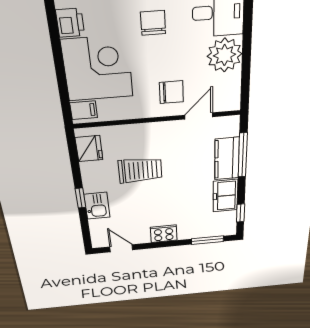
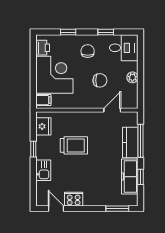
plant: (225, 55) -> (132, 77), width x0.53, depth x0.53
chair: (171, 92) -> (100, 80), moved
freezer: (225, 196) -> (130, 177), width x1.40
window: (80, 198) -> (33, 149), moved
window: (240, 213) -> (141, 177), moved
cooker: (164, 234) -> (74, 199), moved

